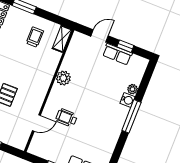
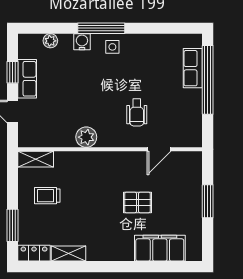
plant: (133, 89) -> (50, 41), moved
side table: (116, 119) -> (112, 47), added
door: (36, 123) -> (159, 149), swing flipped

